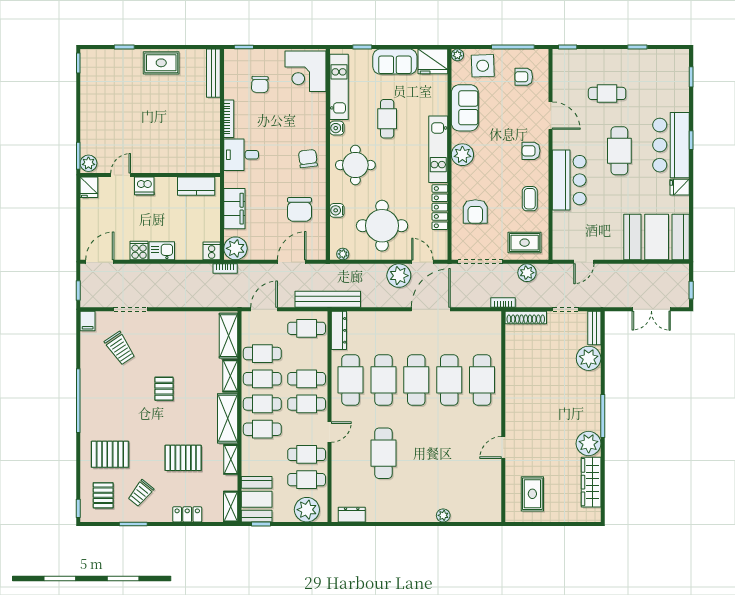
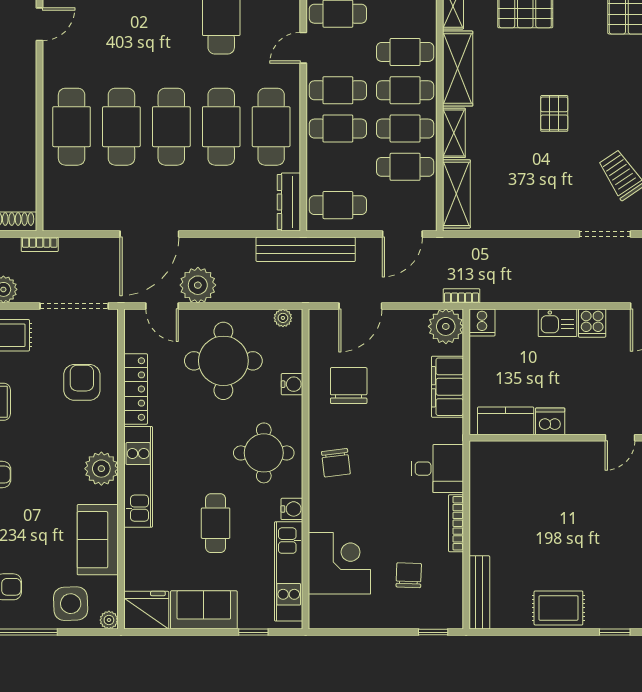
corner desk: (306, 71) -> (339, 563), moved
dishwasher: (144, 186) -> (550, 421), moved

